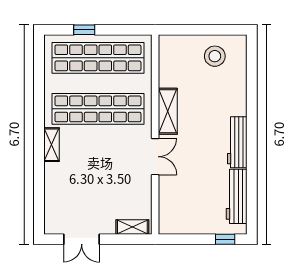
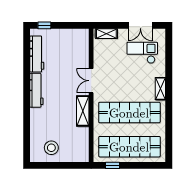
window: (84, 30) -> (112, 165), moved
checkout: (79, 198) -> (142, 53), added
double door: (82, 239) -> (140, 25), swing flipped

